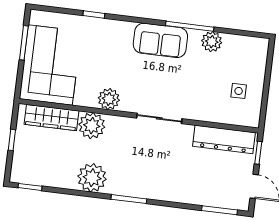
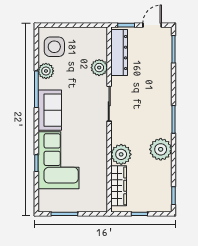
corner sofa: (50, 65) -> (58, 160), moved, turned 90
side table: (239, 91) -> (54, 47), moved, width x1.87, depth x1.87
plant: (109, 99) -> (99, 68), moved

